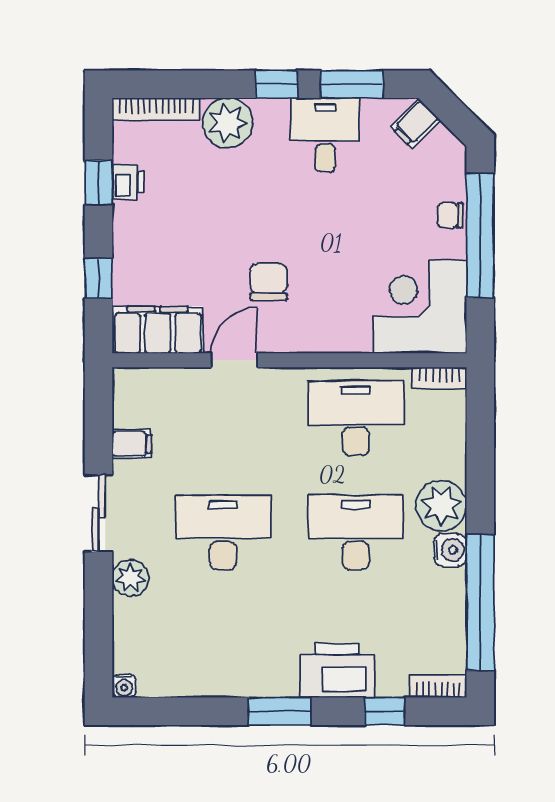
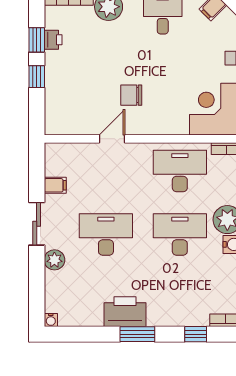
window: (99, 278) -> (37, 77), moved
chair: (269, 282) -> (131, 95), turned -90
filing cabinet: (158, 330) -> (70, 122), removed
printer: (337, 671) -> (125, 312), moved

